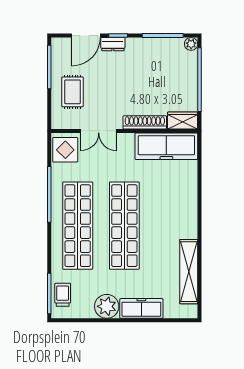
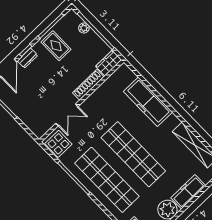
plant: (191, 44) -> (84, 28), moved
rug: (73, 92) -> (56, 46), moved
freezer: (166, 146) -> (148, 102), moved, turned 90

